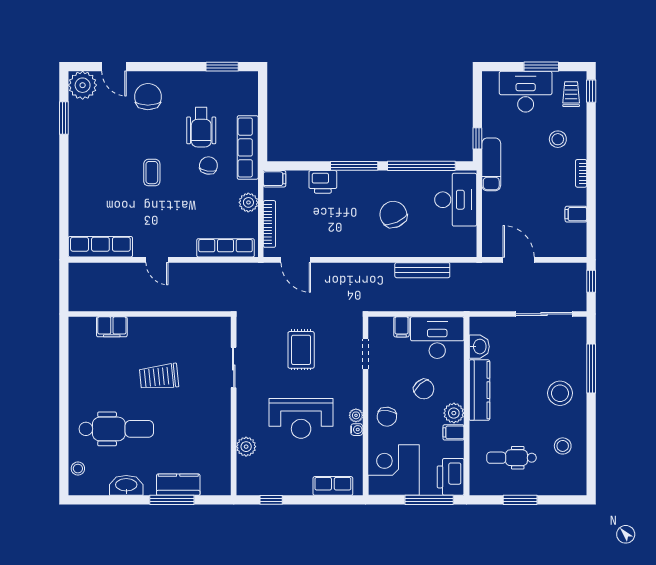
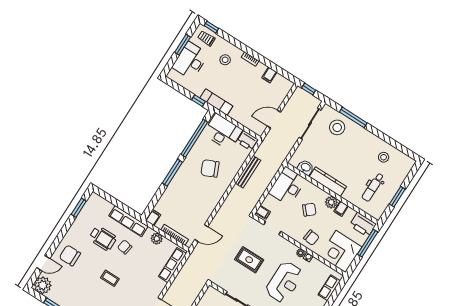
printer: (323, 182) -> (247, 141), moved, turned 90
filing cabinet: (401, 327) -> (263, 212), moved
stool: (560, 393) -> (337, 127), moved

